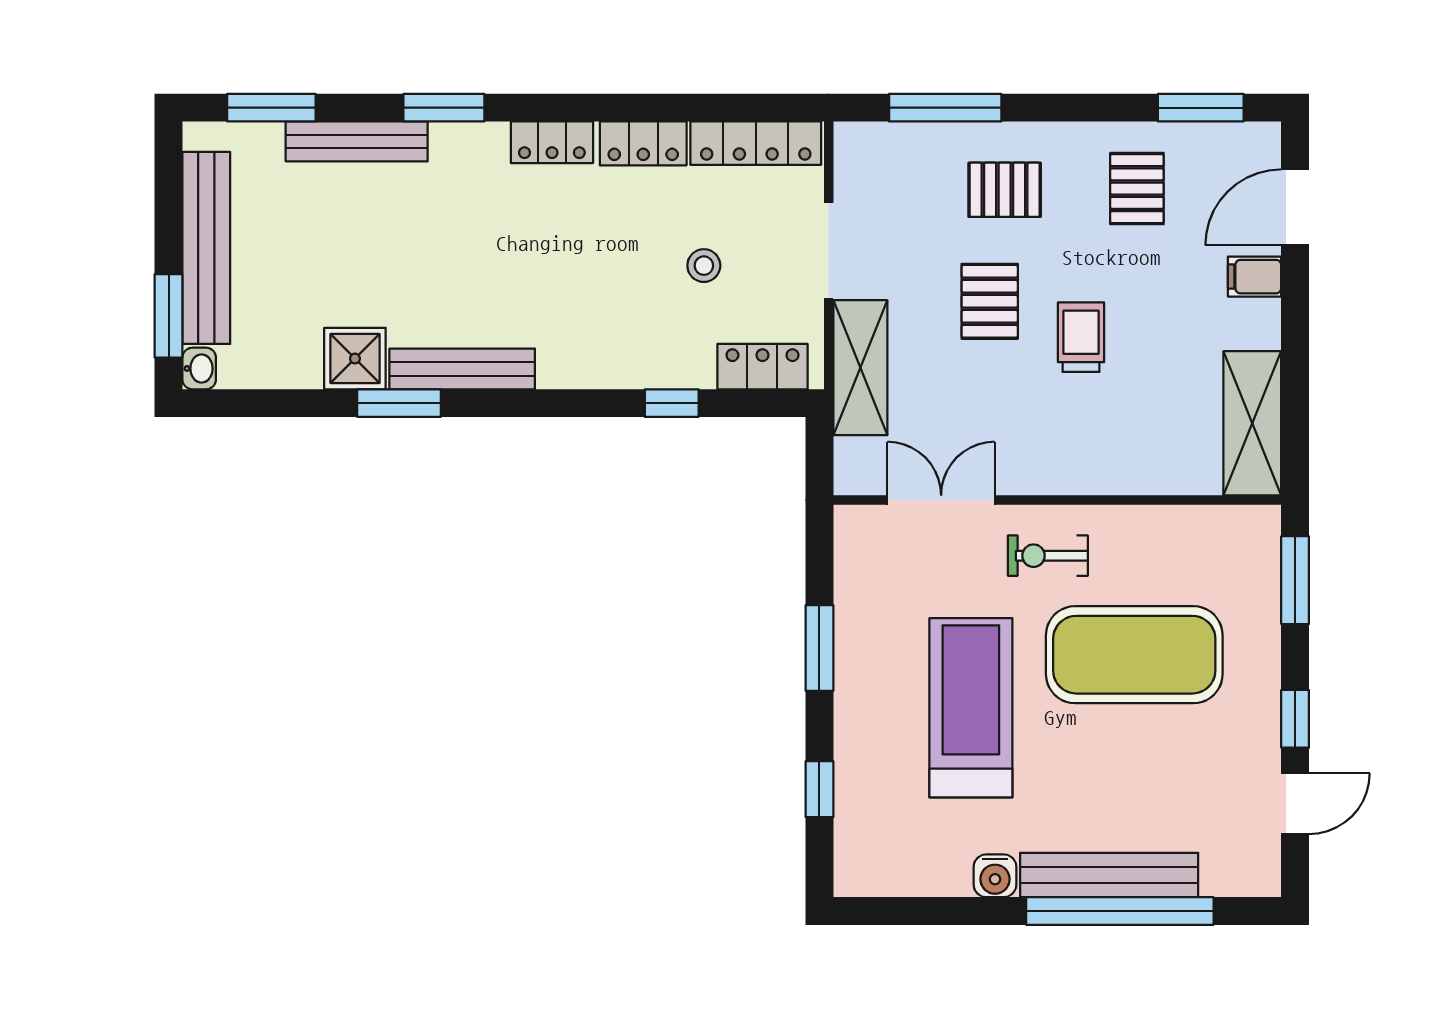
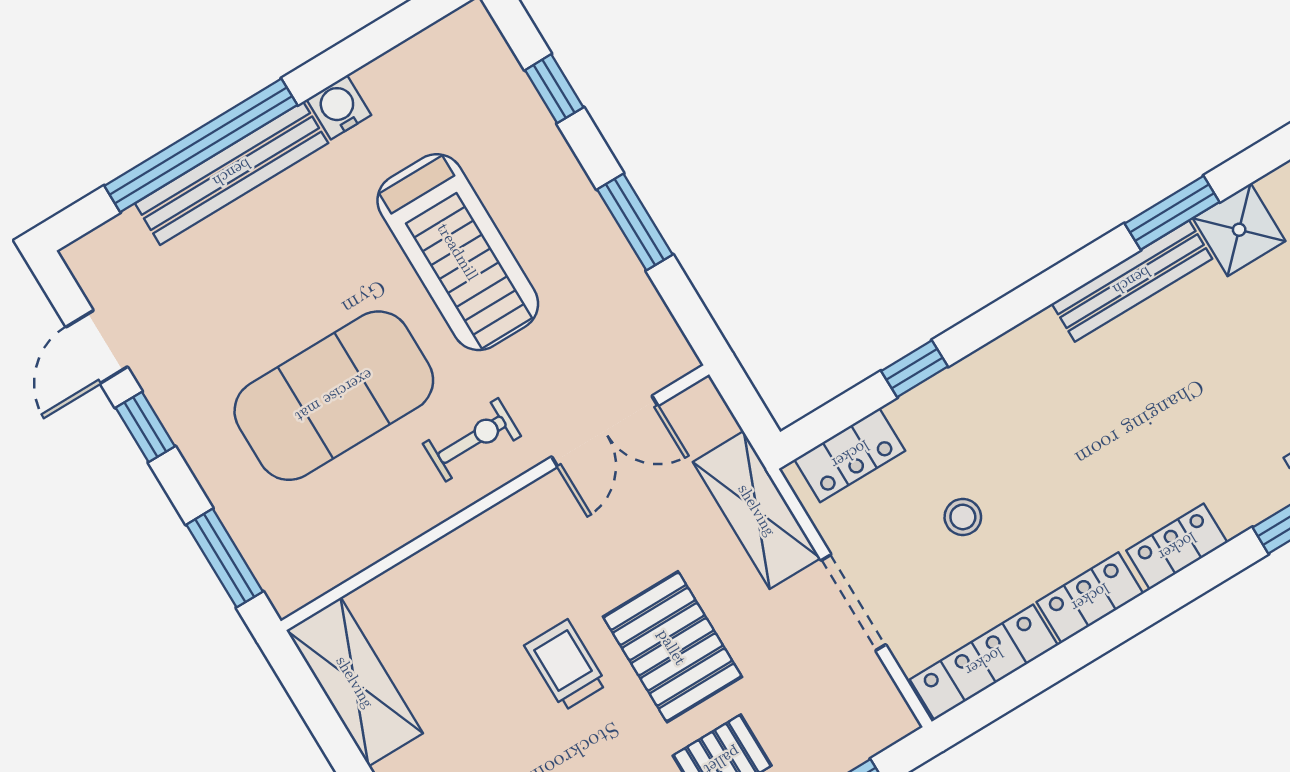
pallet: (990, 301) -> (672, 647), width x1.50, depth x1.42
trolley: (1081, 337) -> (566, 665), turned 180

